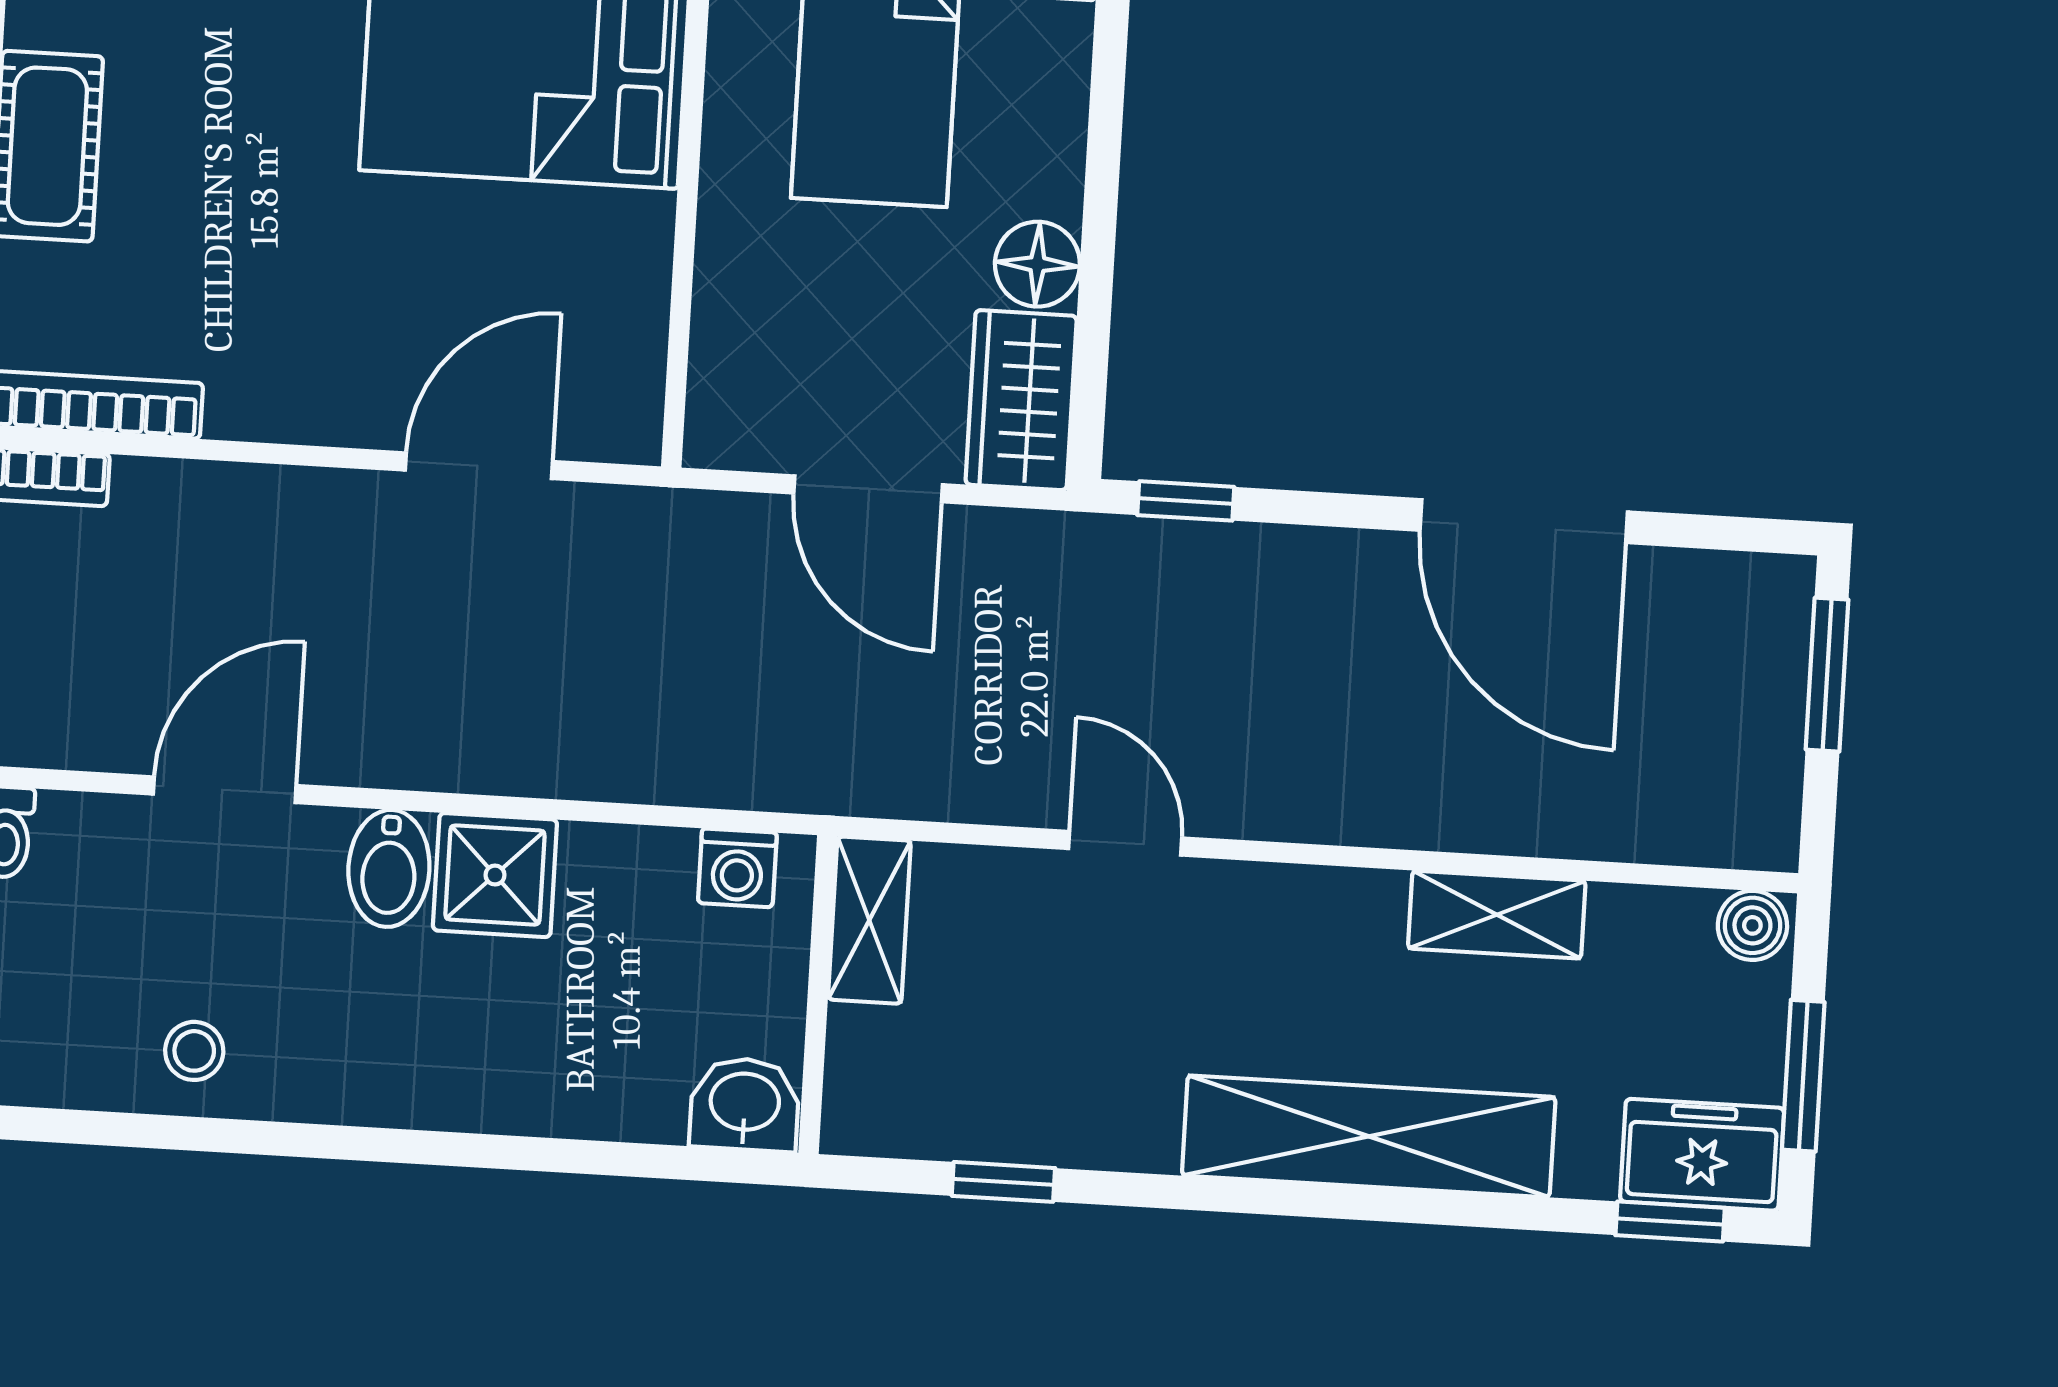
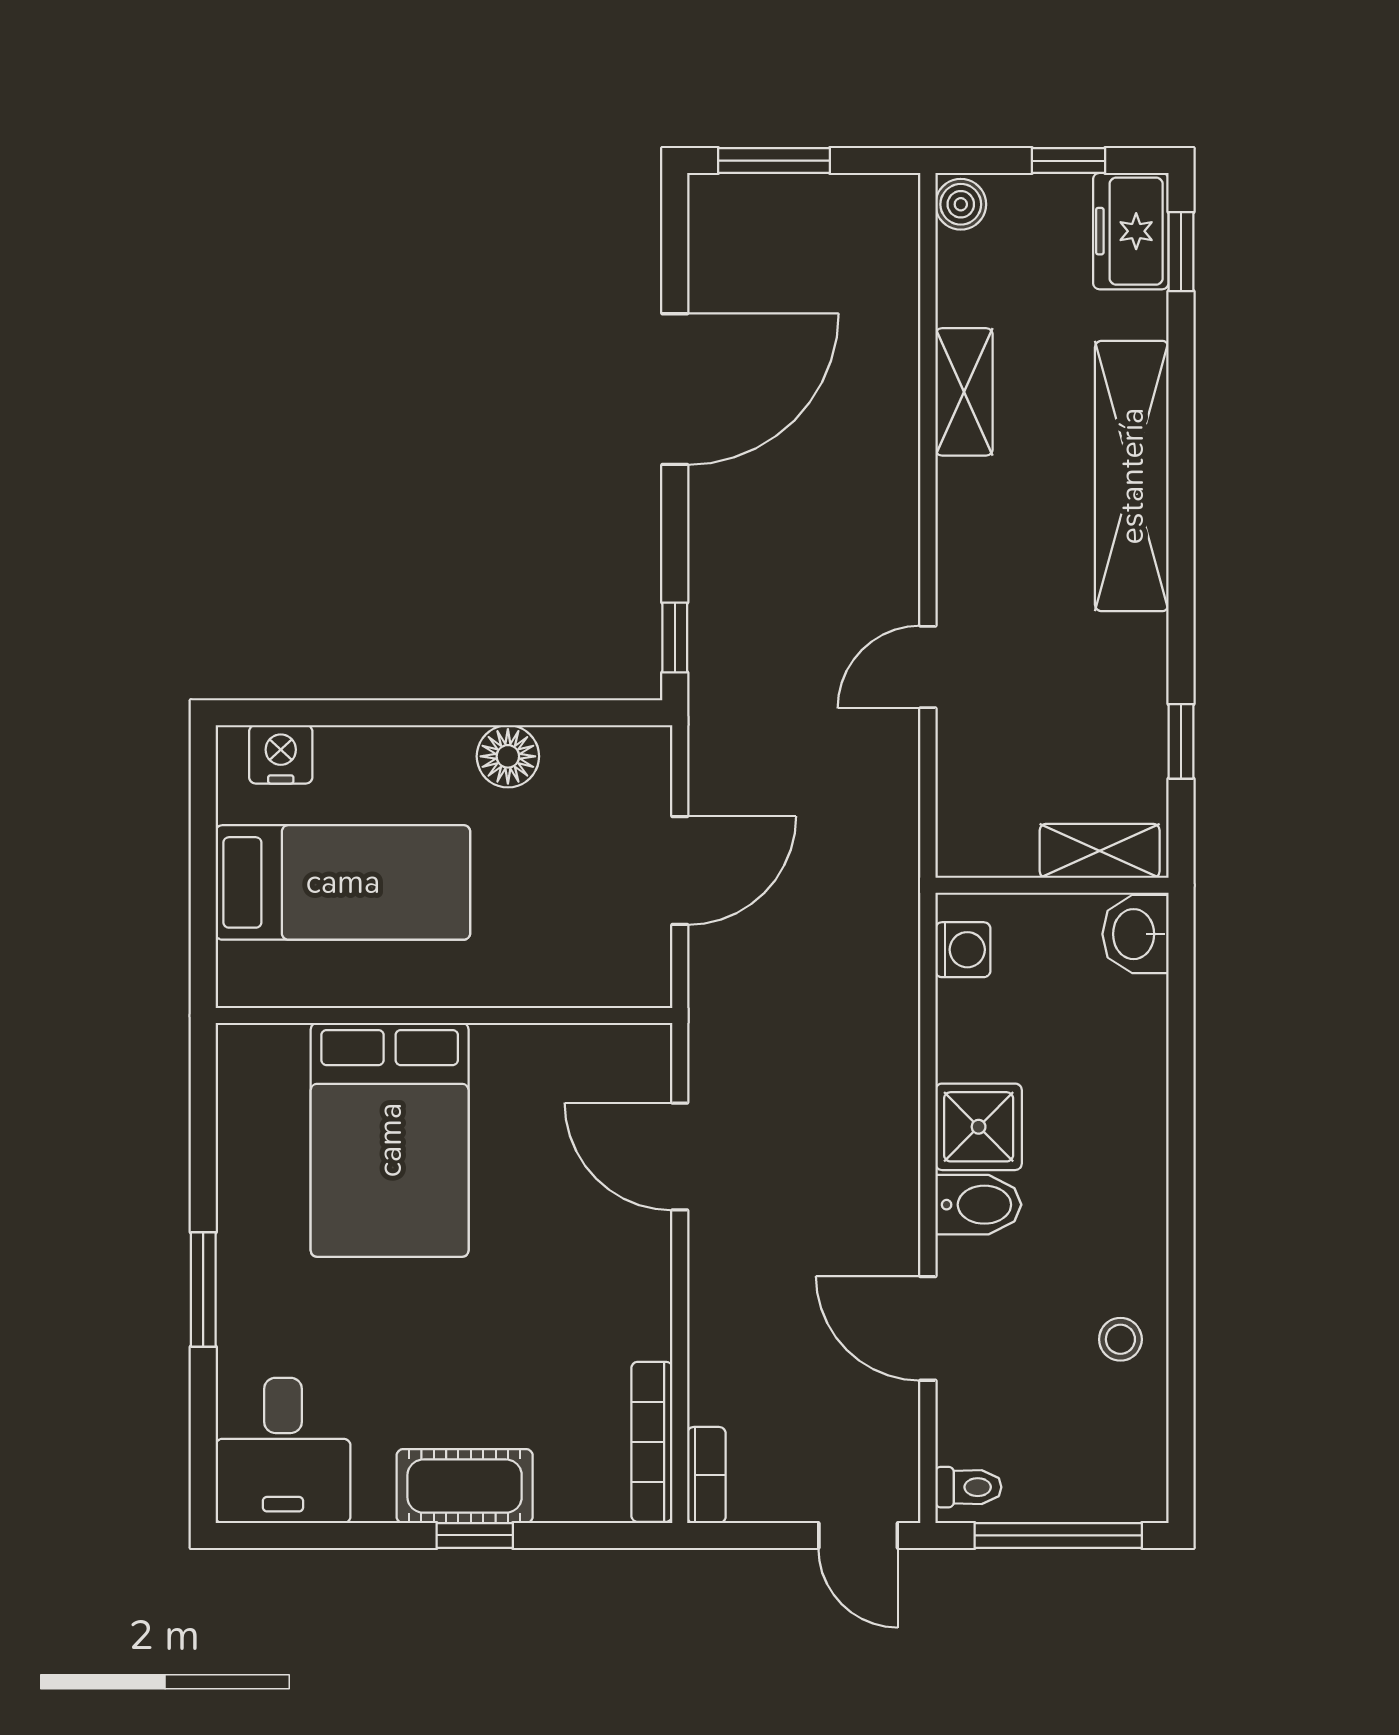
wardrobe: (1021, 400) -> (608, 762), removed
shelving: (869, 920) -> (1100, 851), moved
window: (1803, 1076) -> (1069, 161), width x0.67

